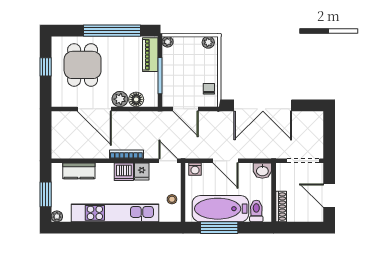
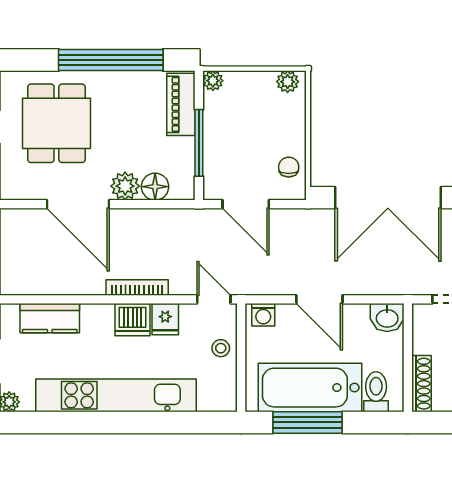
stool: (172, 199) -> (221, 348), moved

